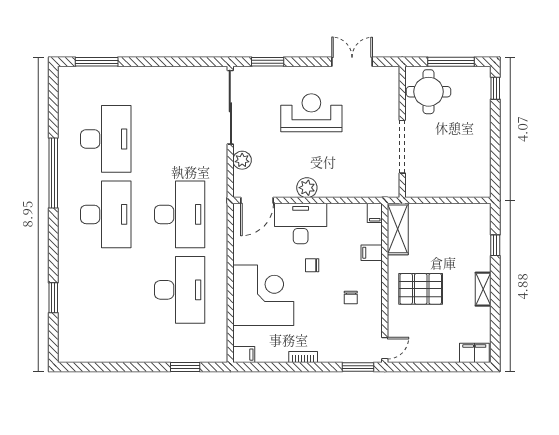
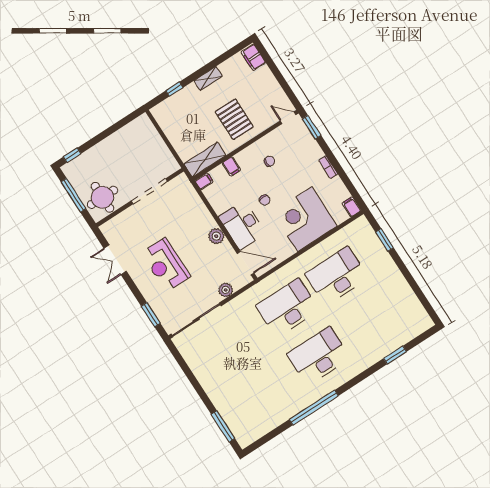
desk: (106, 139) -> (269, 388), removed

